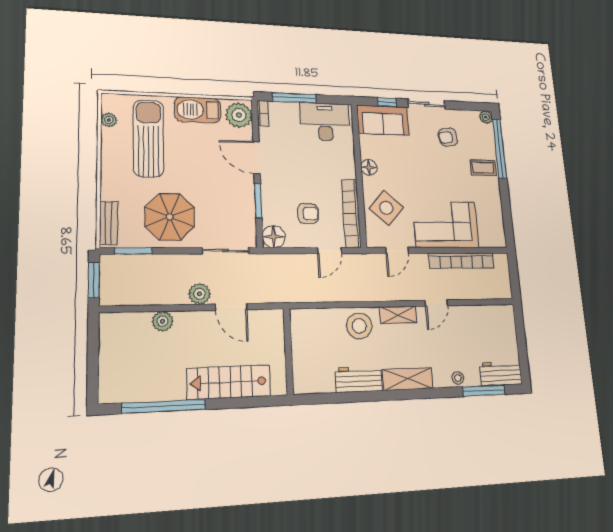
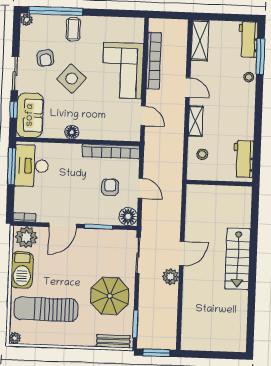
window: (294, 98) -> (12, 166), moved
plant: (109, 120) -> (15, 338), moved
side table: (386, 208) -> (72, 79), moved
door: (330, 251) -> (140, 188), moved
plant: (162, 321) -> (190, 305), removed
stool: (359, 326) -> (202, 154), width x0.53, depth x0.53
wall: (288, 351) -> (219, 183), moved
shelving: (408, 379) -> (200, 40), moved
window: (164, 406) -> (251, 306), removed

